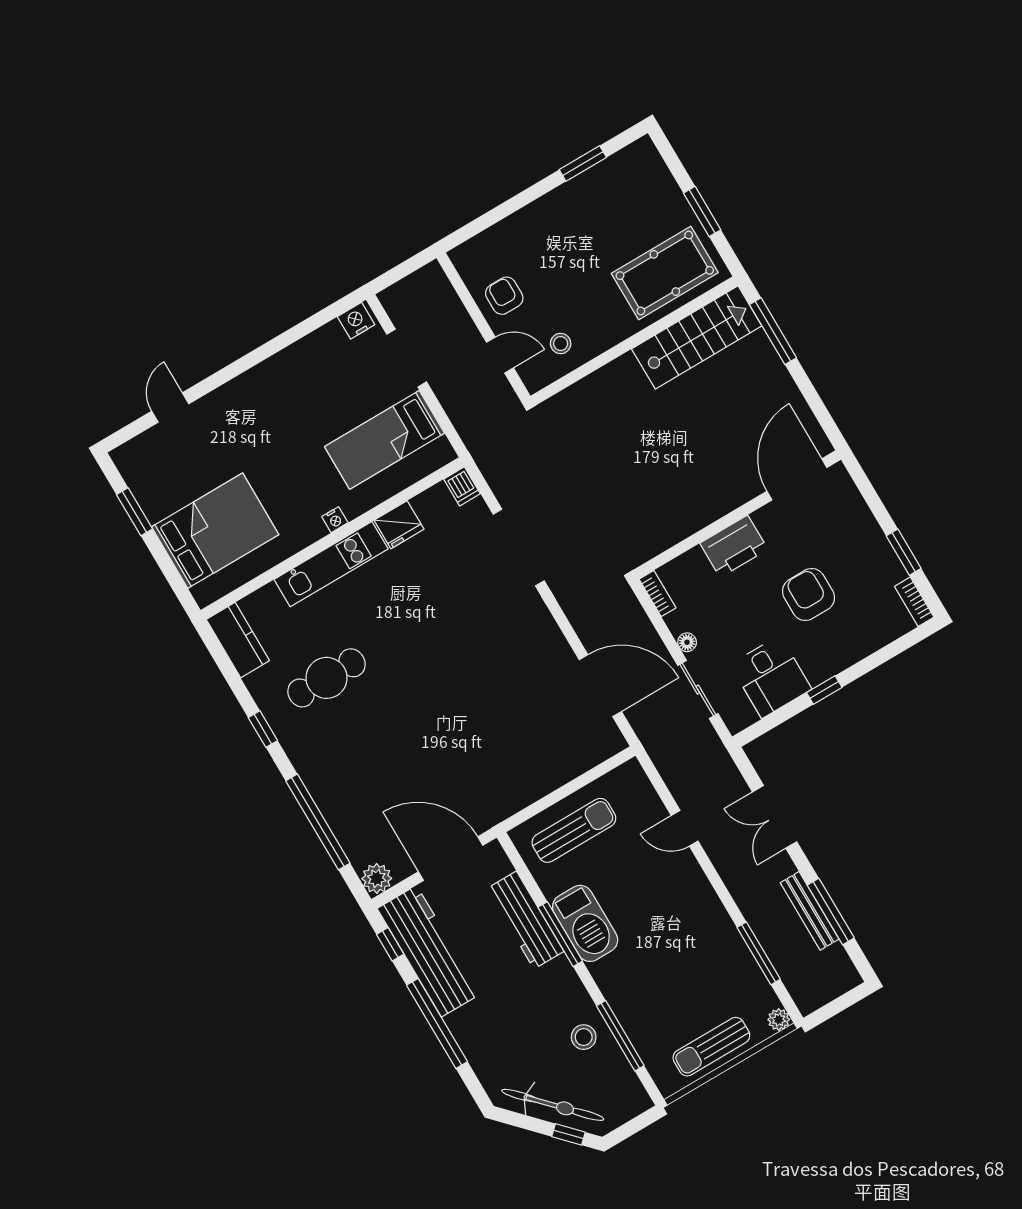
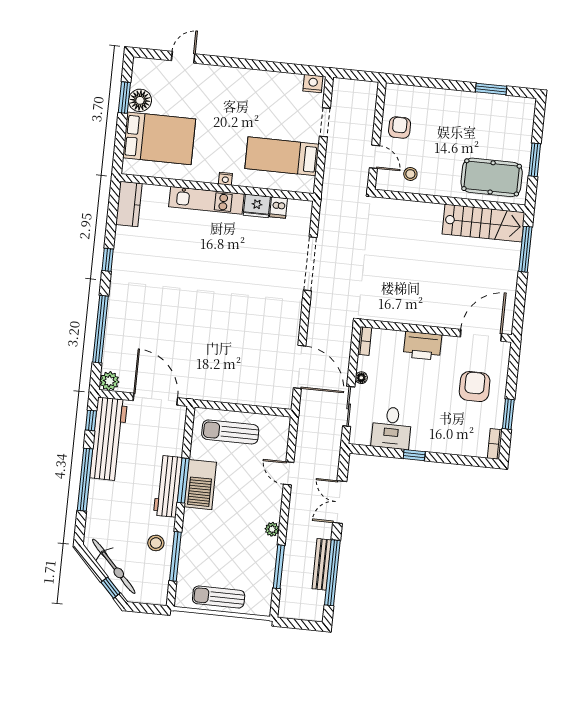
doorway: (407, 358) -> (325, 122), width x0.73
dishwasher: (462, 486) -> (279, 208), moved
floor lamp: (156, 501) -> (140, 100), added
armchair: (808, 594) -> (475, 387), moved
cafe table: (327, 678) -> (160, 258), removed
sun lounger: (574, 830) -> (230, 432), turned 180
window: (831, 912) -> (332, 573), width x1.46
workbench: (525, 920) -> (168, 486), moved
plant: (779, 1020) -> (272, 529), moved

